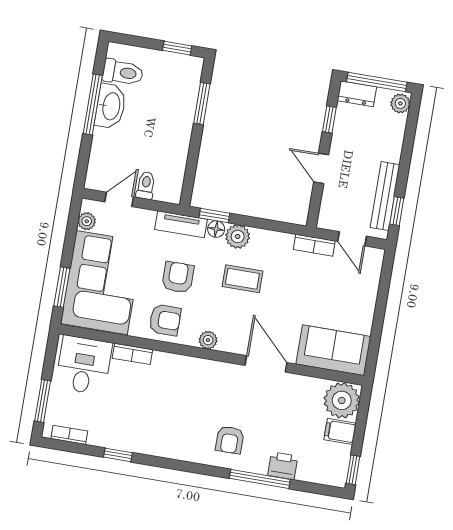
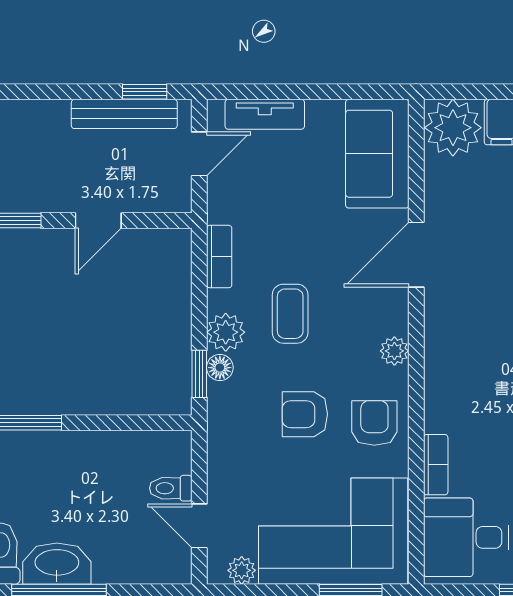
tv unit: (181, 224) -> (265, 114), moved, turned 90
bookcase: (314, 245) -> (219, 257), moved

